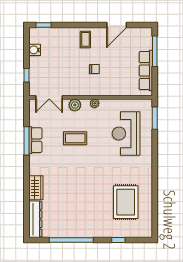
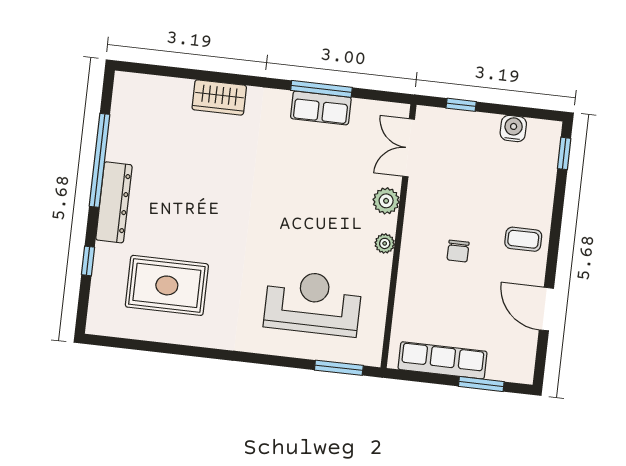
window: (155, 51) -> (481, 384), width x0.69
coffee table: (75, 138) -> (315, 193), removed
dresser: (35, 219) -> (114, 202), moved, turned -90

